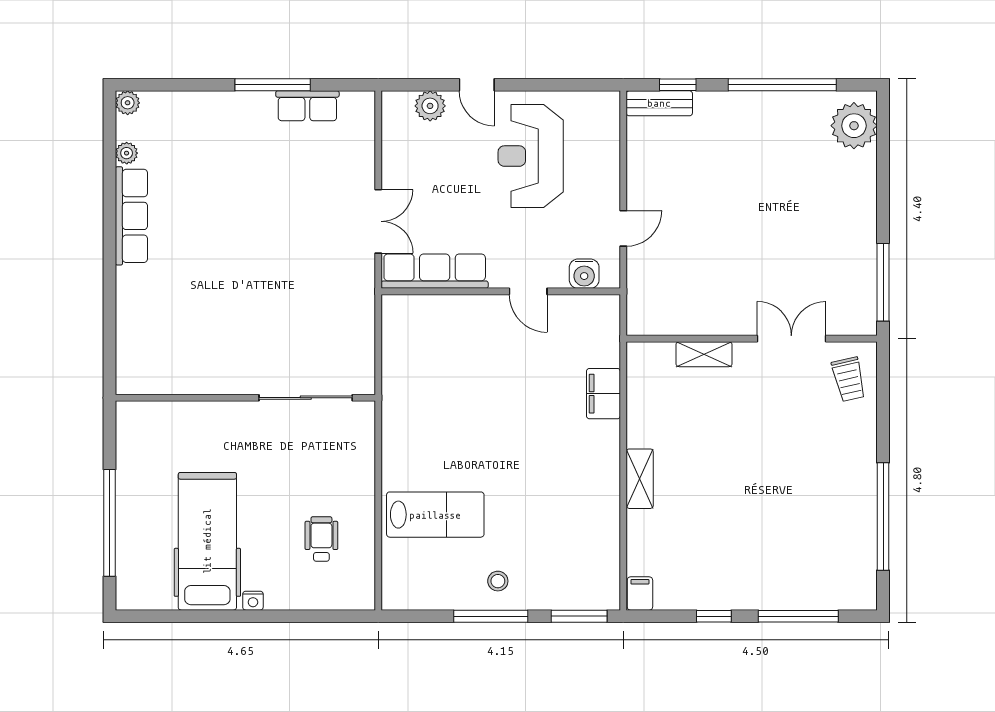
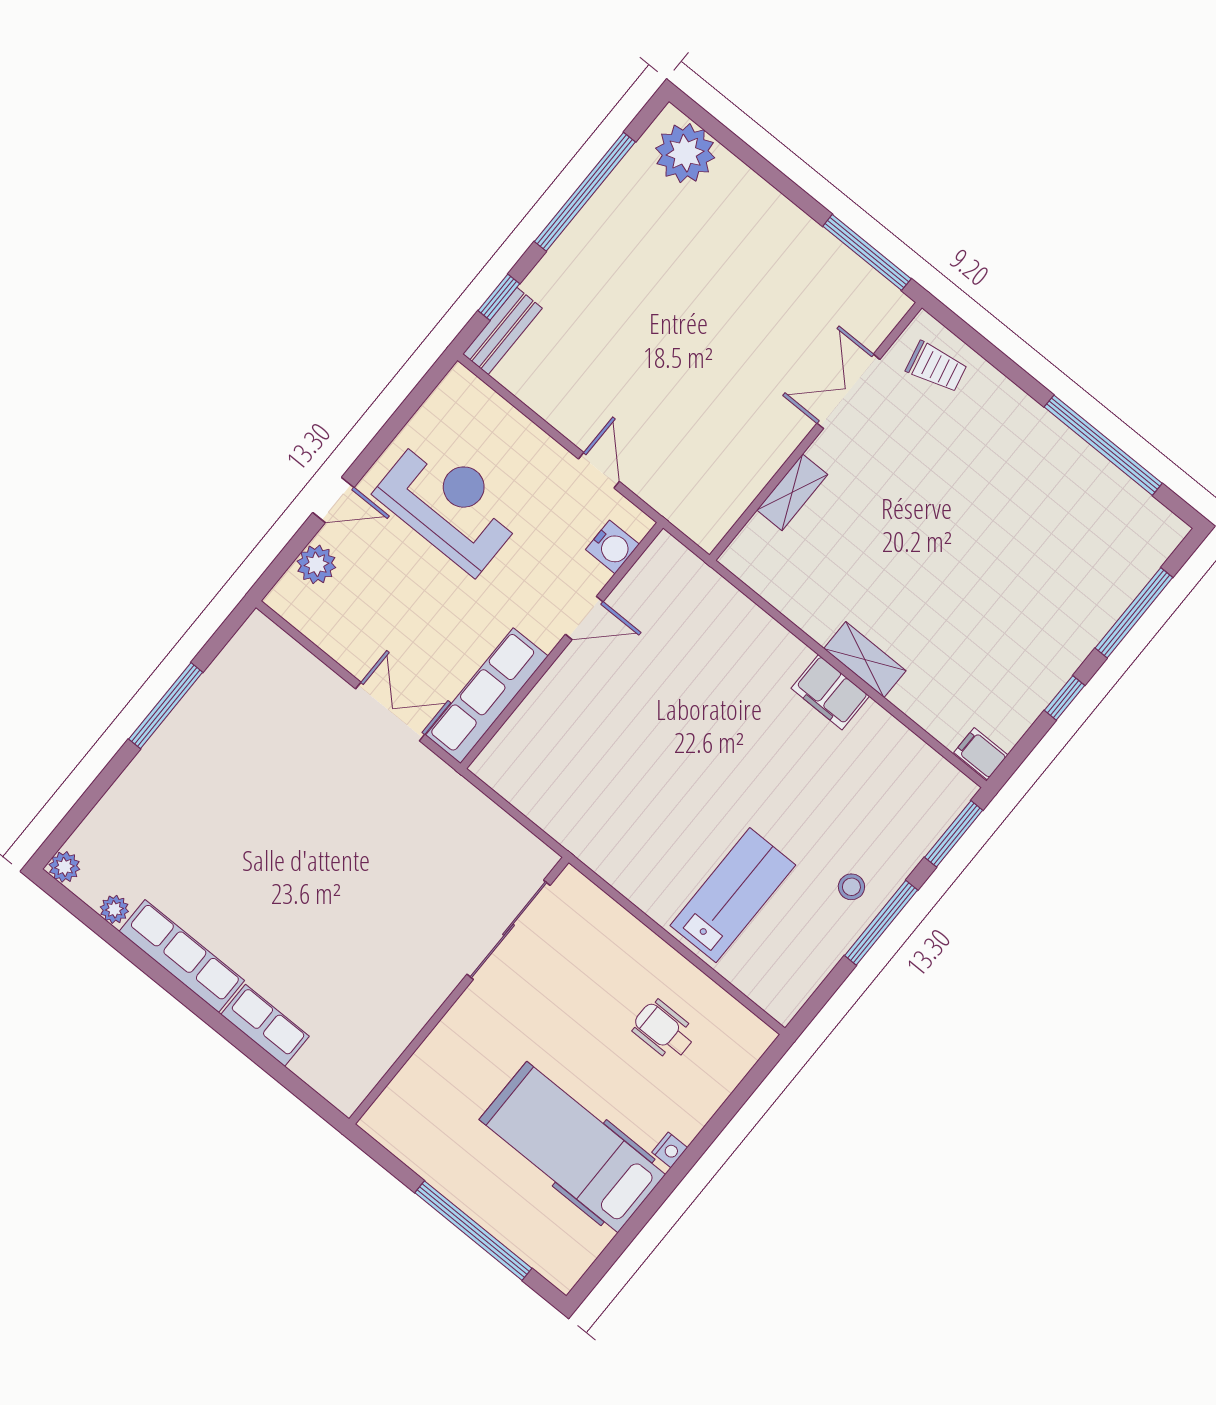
row of seats: (307, 106) -> (265, 1025), moved, turned -90
reception desk: (531, 156) -> (450, 504), turned 180
filing cabinet: (603, 394) -> (830, 692), moved

